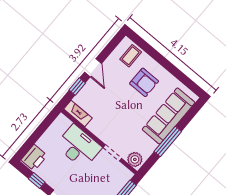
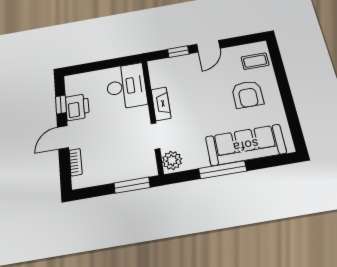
fireplace: (78, 113) -> (161, 104), moved
desk: (79, 147) -> (126, 86), moved
printer: (34, 158) -> (77, 107), moved, turned -90

